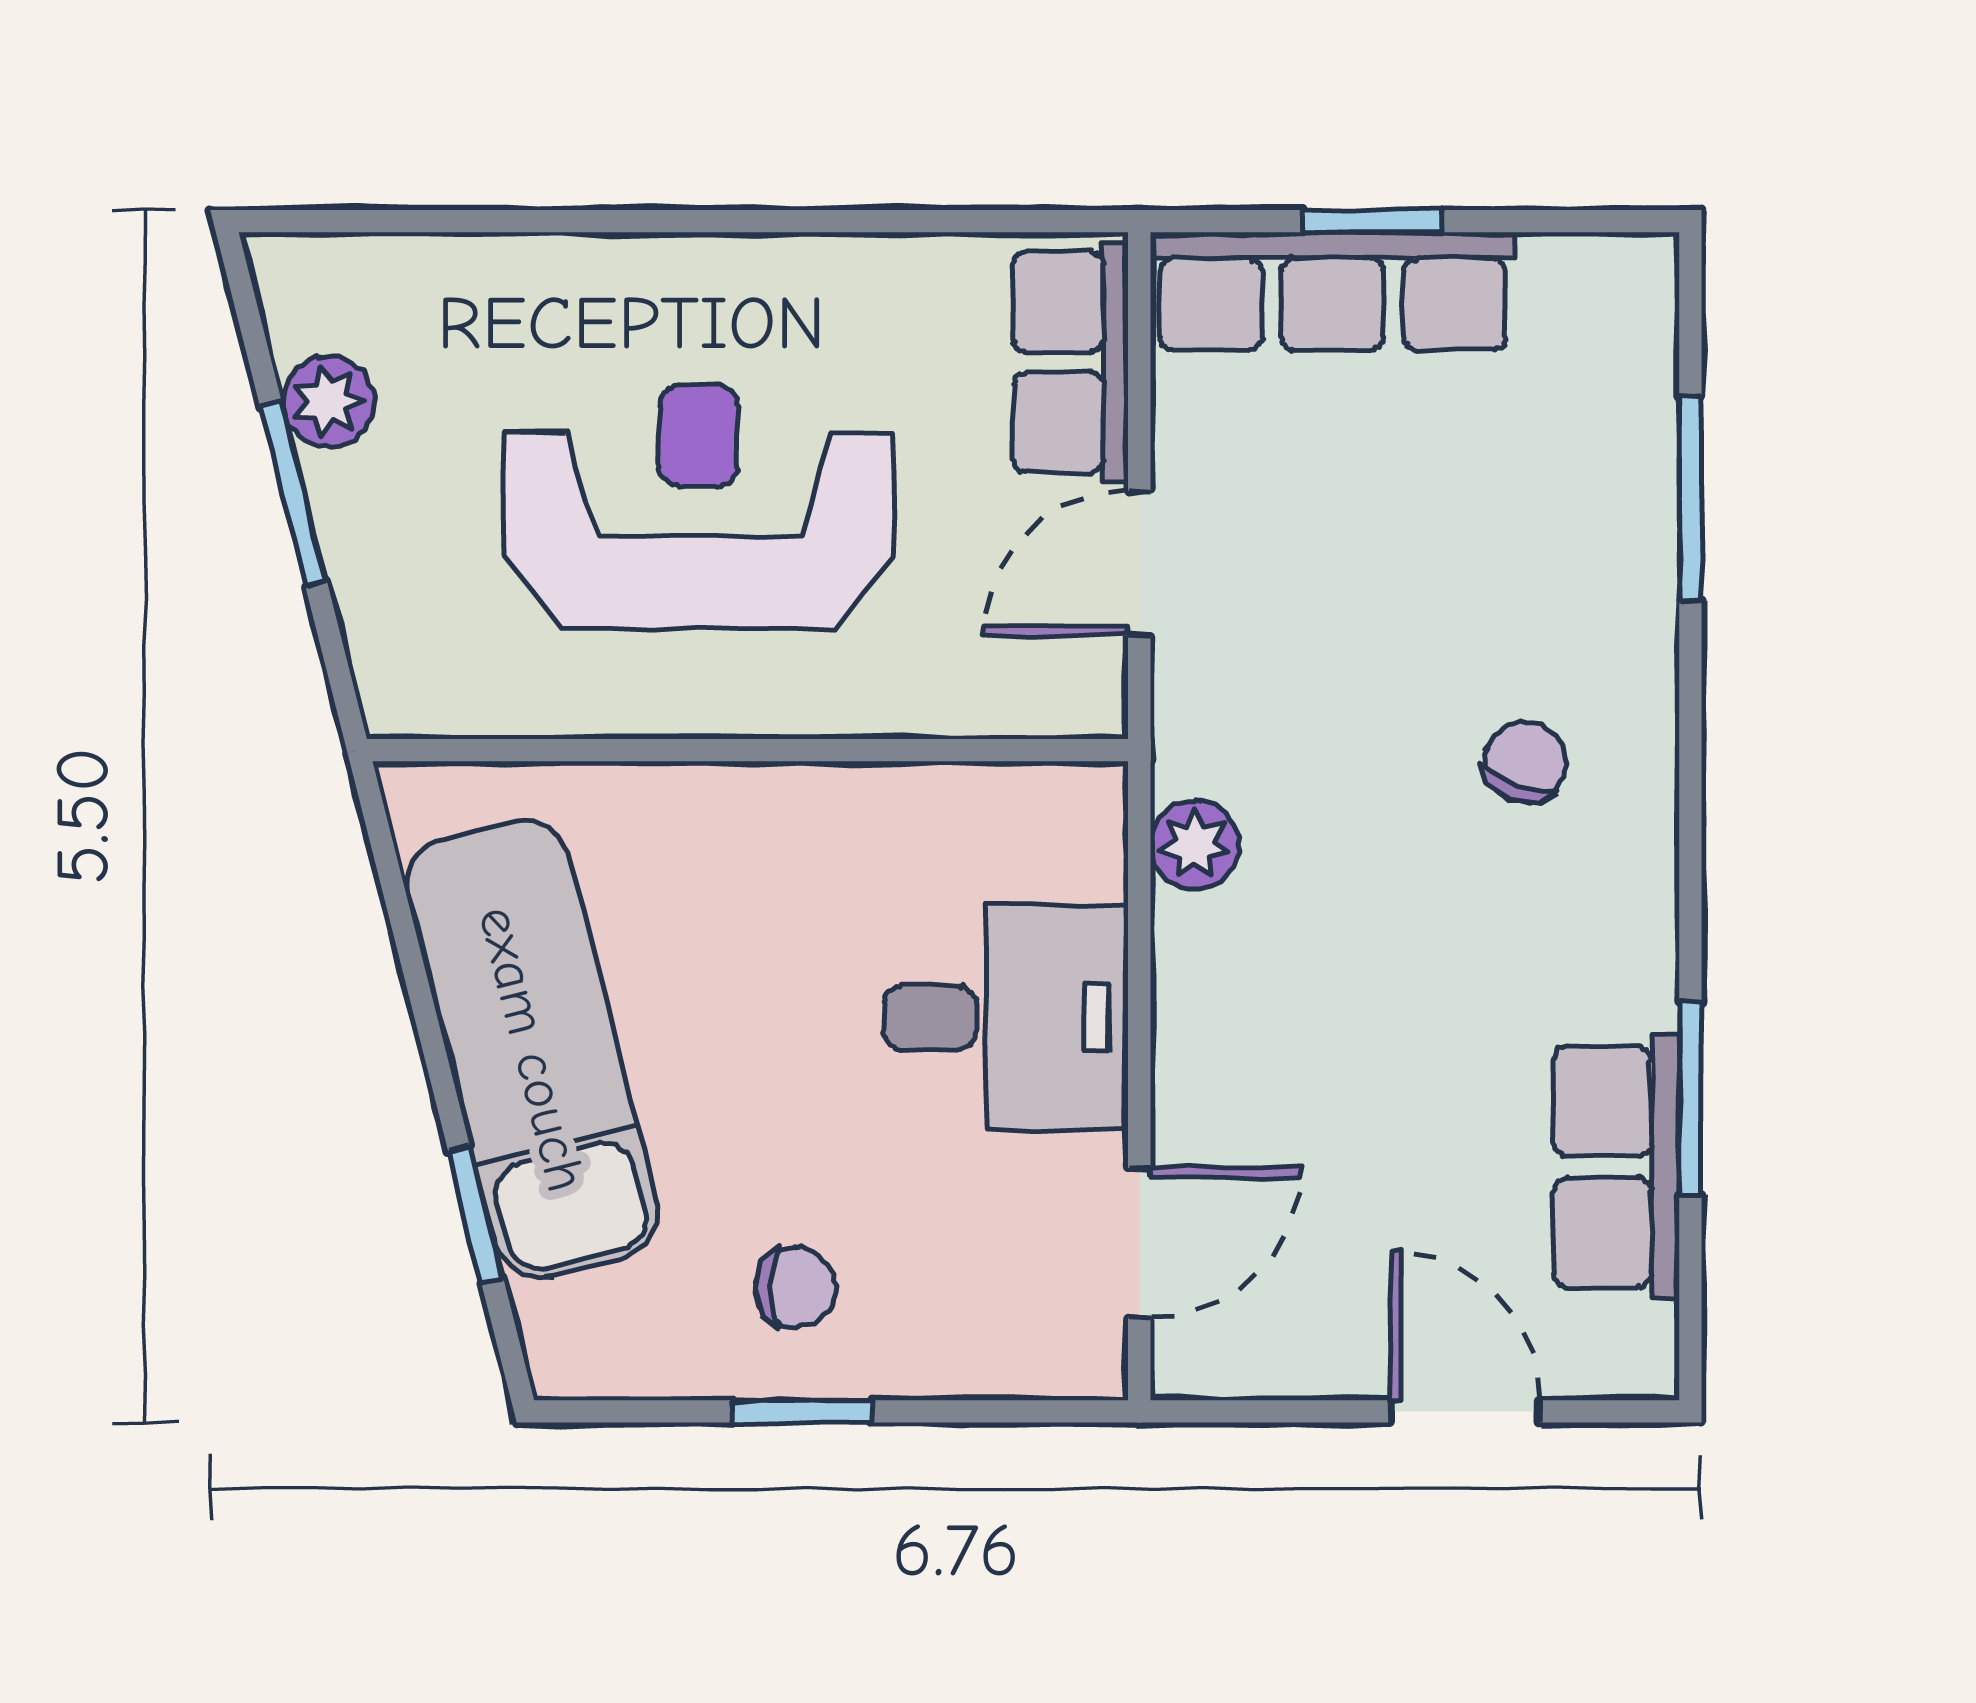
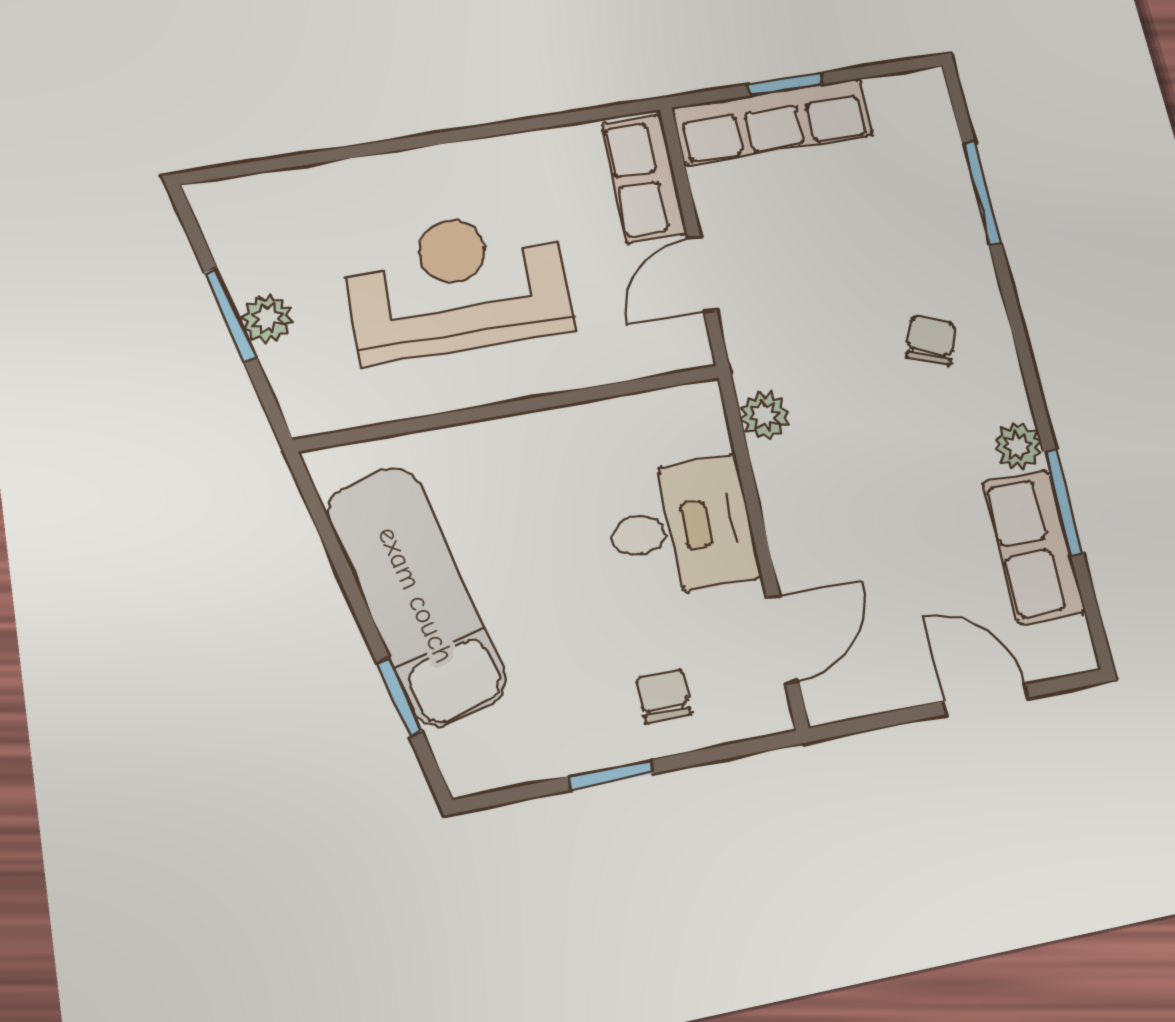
plant: (328, 401) -> (268, 319), moved
plant: (1635, 983) -> (1018, 446), added
chair: (796, 1288) -> (664, 696), moved, turned -90

